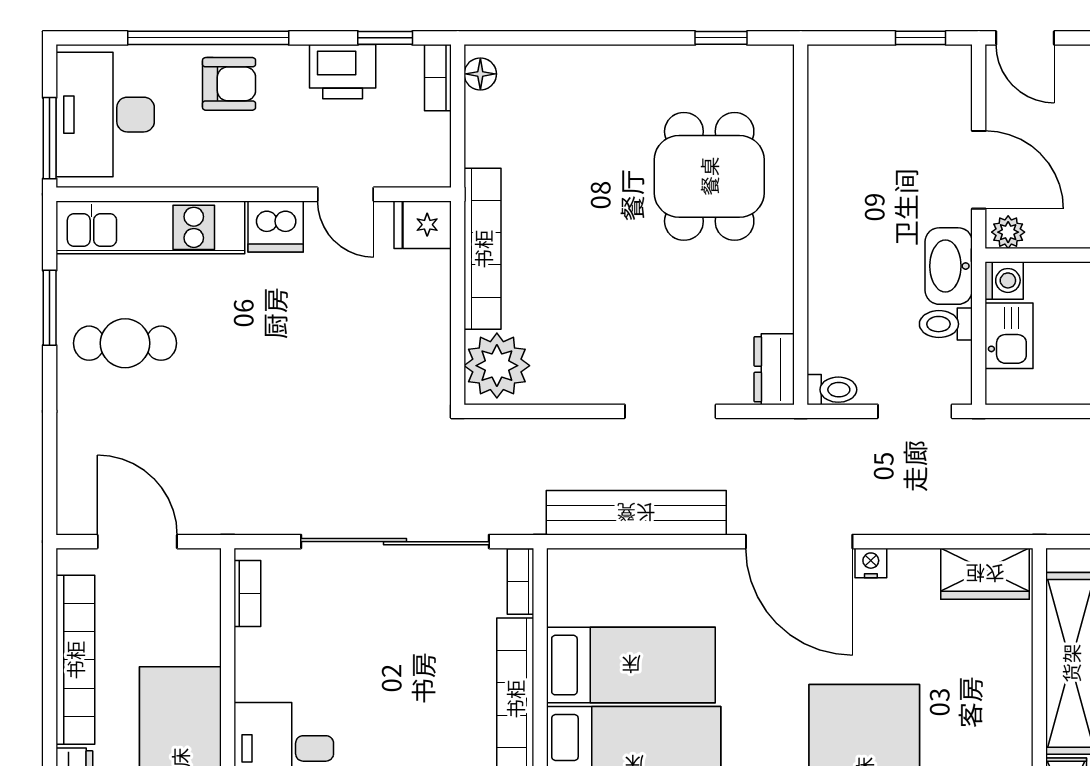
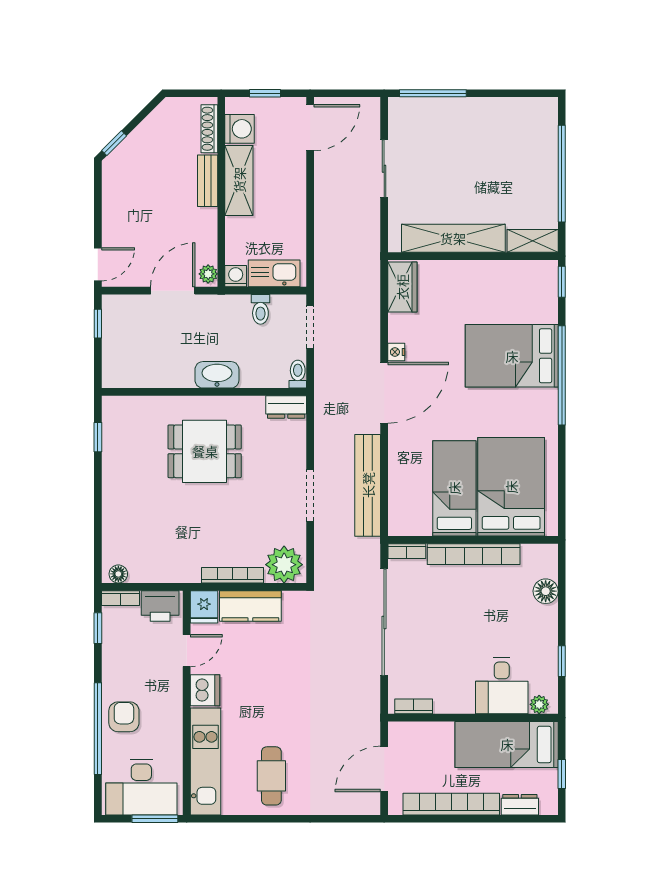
printer: (343, 72) -> (160, 606), moved, turned 90
dining table: (709, 176) -> (205, 451), moved
bookcase: (483, 249) -> (233, 575), width x0.68, depth x0.76
washbasin: (949, 266) -> (217, 375), moved, turned 180
kitchen counter: (424, 306) -> (250, 606), added
window: (50, 308) -> (251, 819), removed
kitchen sink: (1009, 336) -> (274, 273), width x1.38
doorway: (670, 411) -> (310, 495), moved

